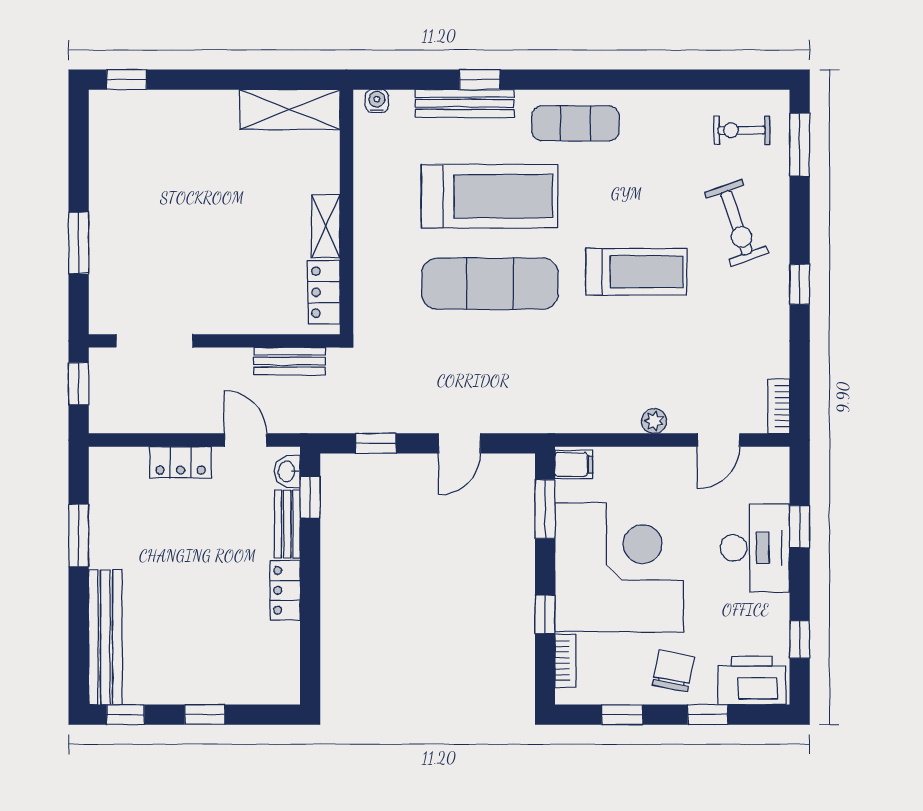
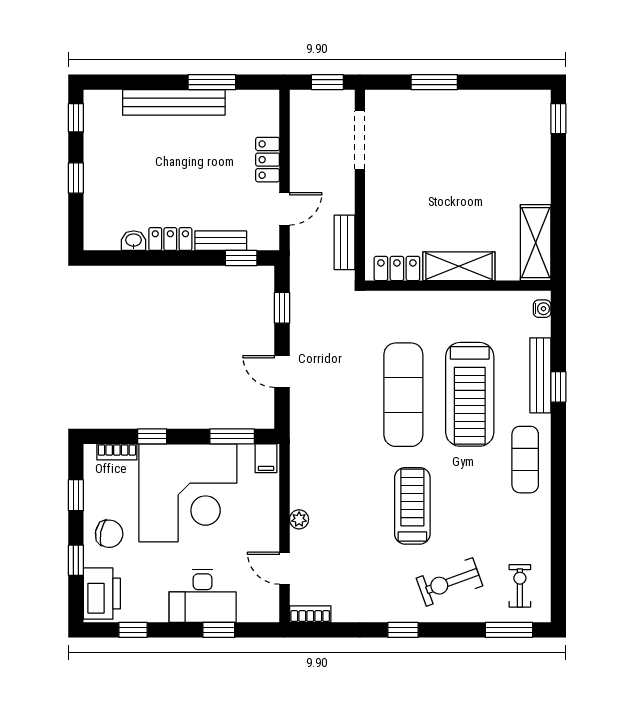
shelving: (326, 226) -> (459, 266), width x1.50, depth x1.33
treadmill: (636, 272) -> (412, 506), turned 180
washbasin: (287, 471) -> (134, 241), moved
bench: (105, 637) -> (174, 102), moved

